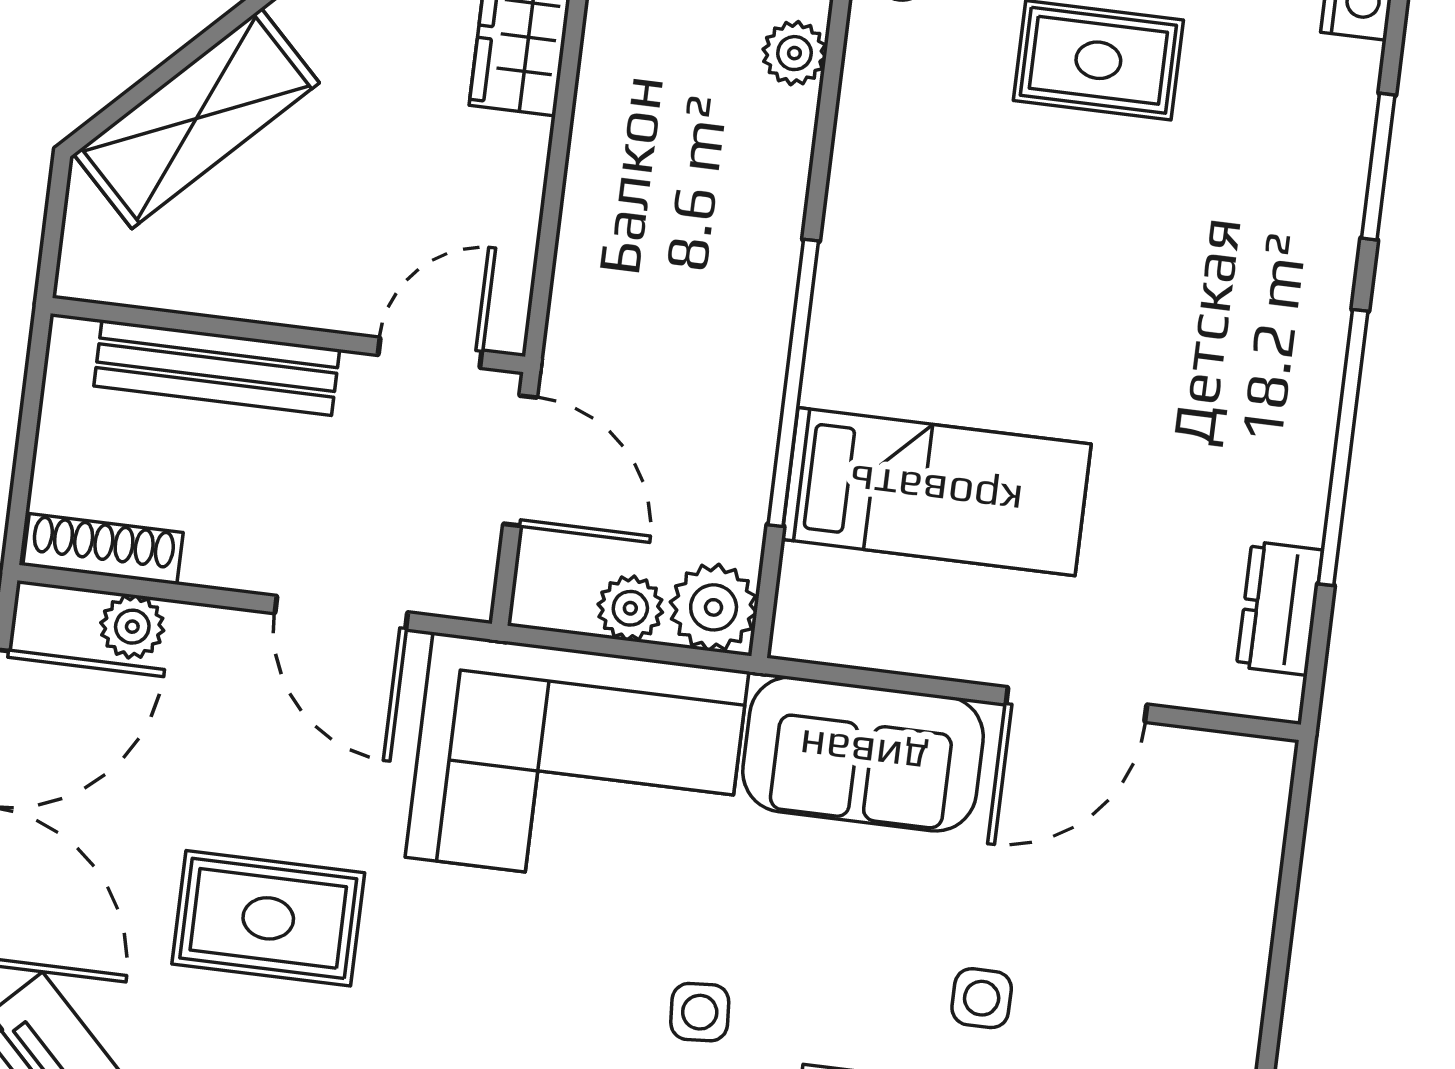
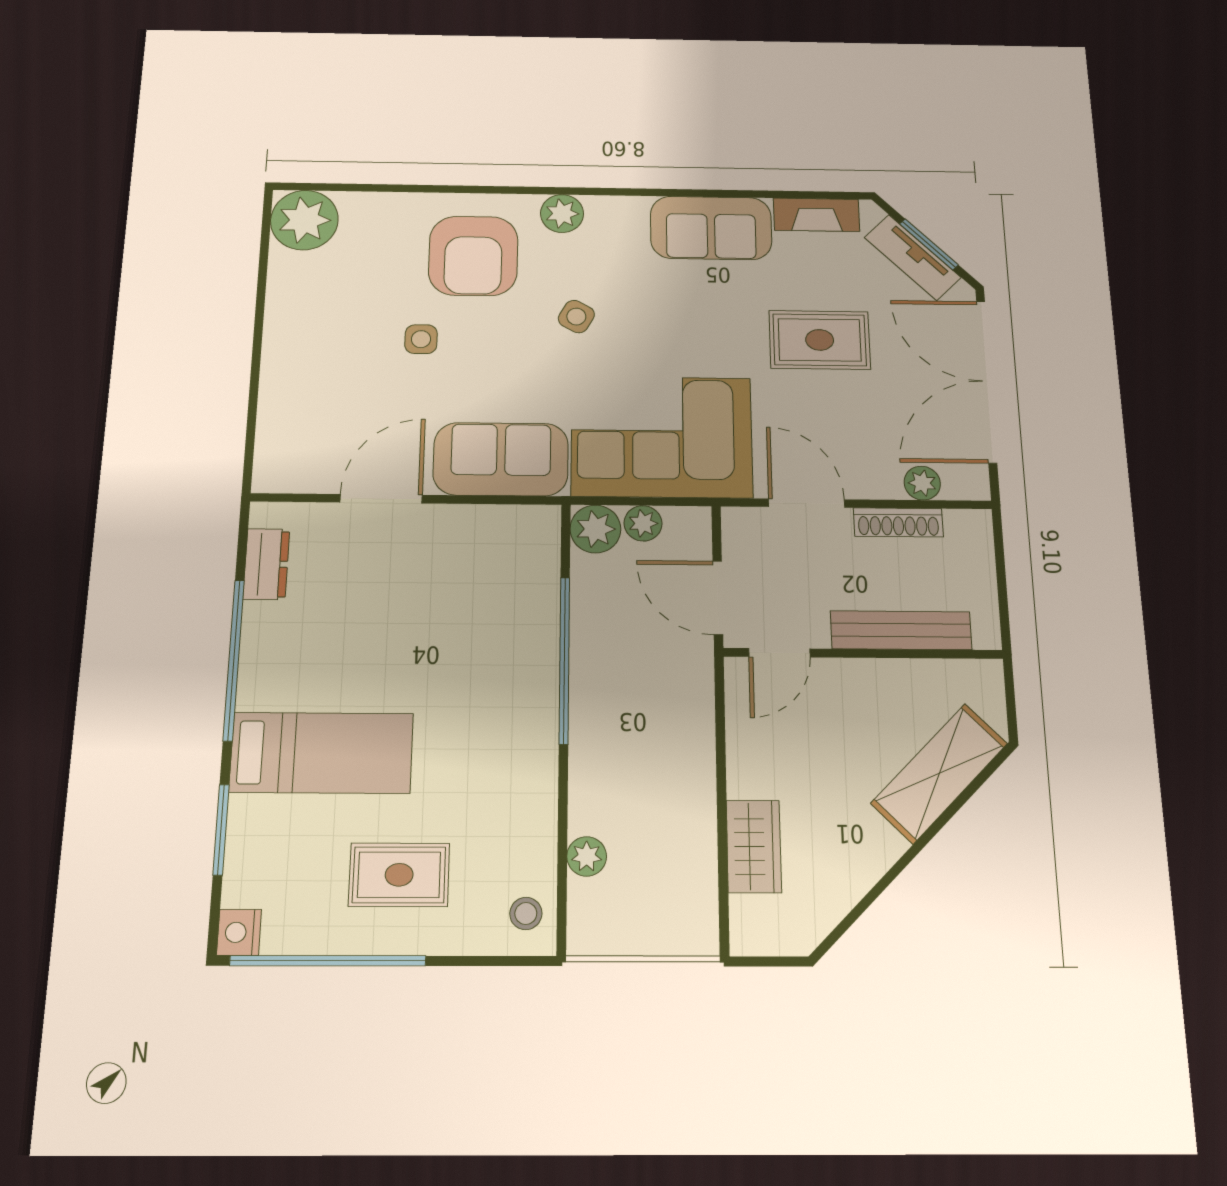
bed: (936, 492) -> (322, 753), moved, turned 180
shoe rack: (103, 549) -> (898, 522), moved
side table: (700, 1012) -> (576, 317), turned 33

